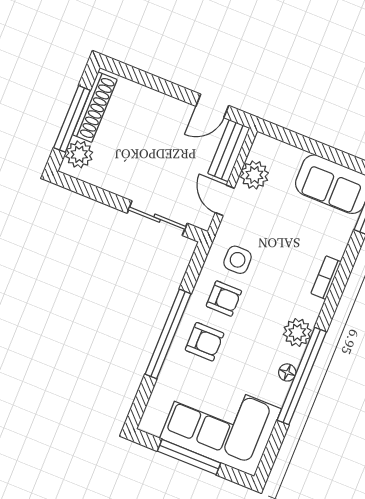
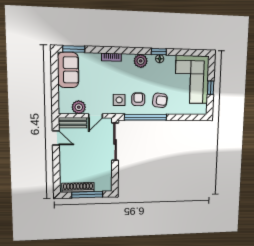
plant: (79, 154) -> (101, 185), removed
sliding door: (157, 218) -> (115, 142), width x1.37
window: (168, 334) -> (146, 117), moved
armchair: (205, 342) -> (160, 100), turned 97
window: (302, 376) -> (159, 52), width x0.32
window: (189, 457) -> (211, 88), width x0.46

